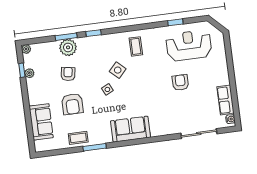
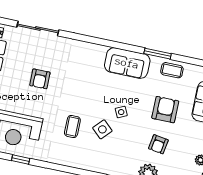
coffee table: (136, 46) -> (72, 127), moved
armchair: (180, 83) -> (40, 79), moved
sofa: (131, 129) -> (127, 63), moved

